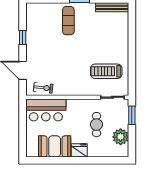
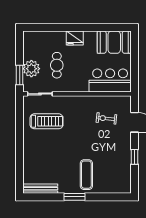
exercise bike: (43, 88) -> (106, 118), moved
plant: (121, 137) -> (31, 69), moved
booth: (55, 146) -> (114, 42), moved

